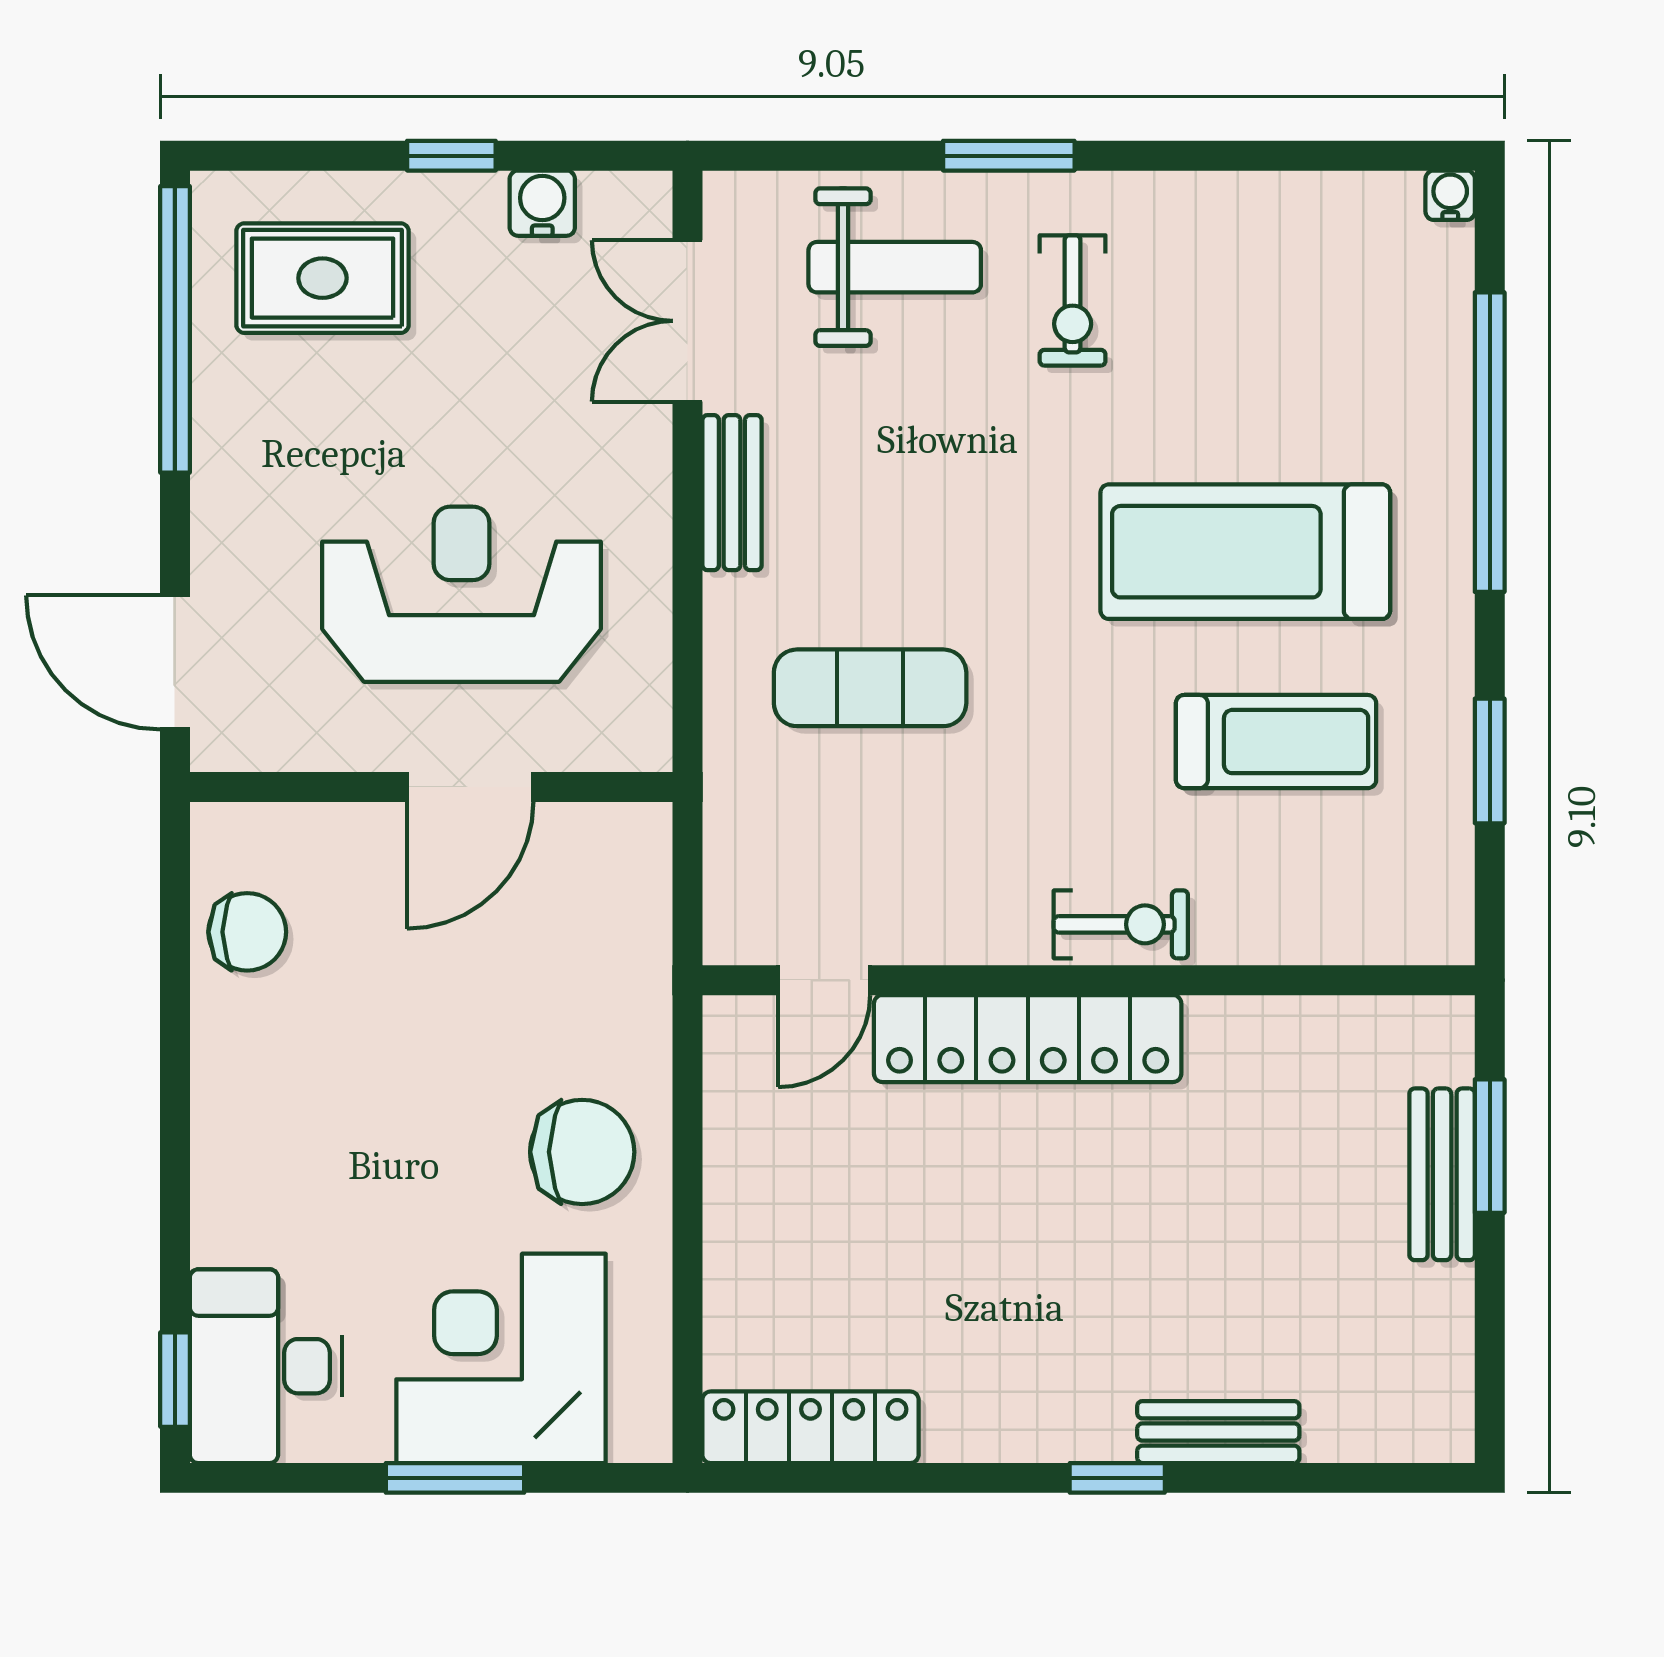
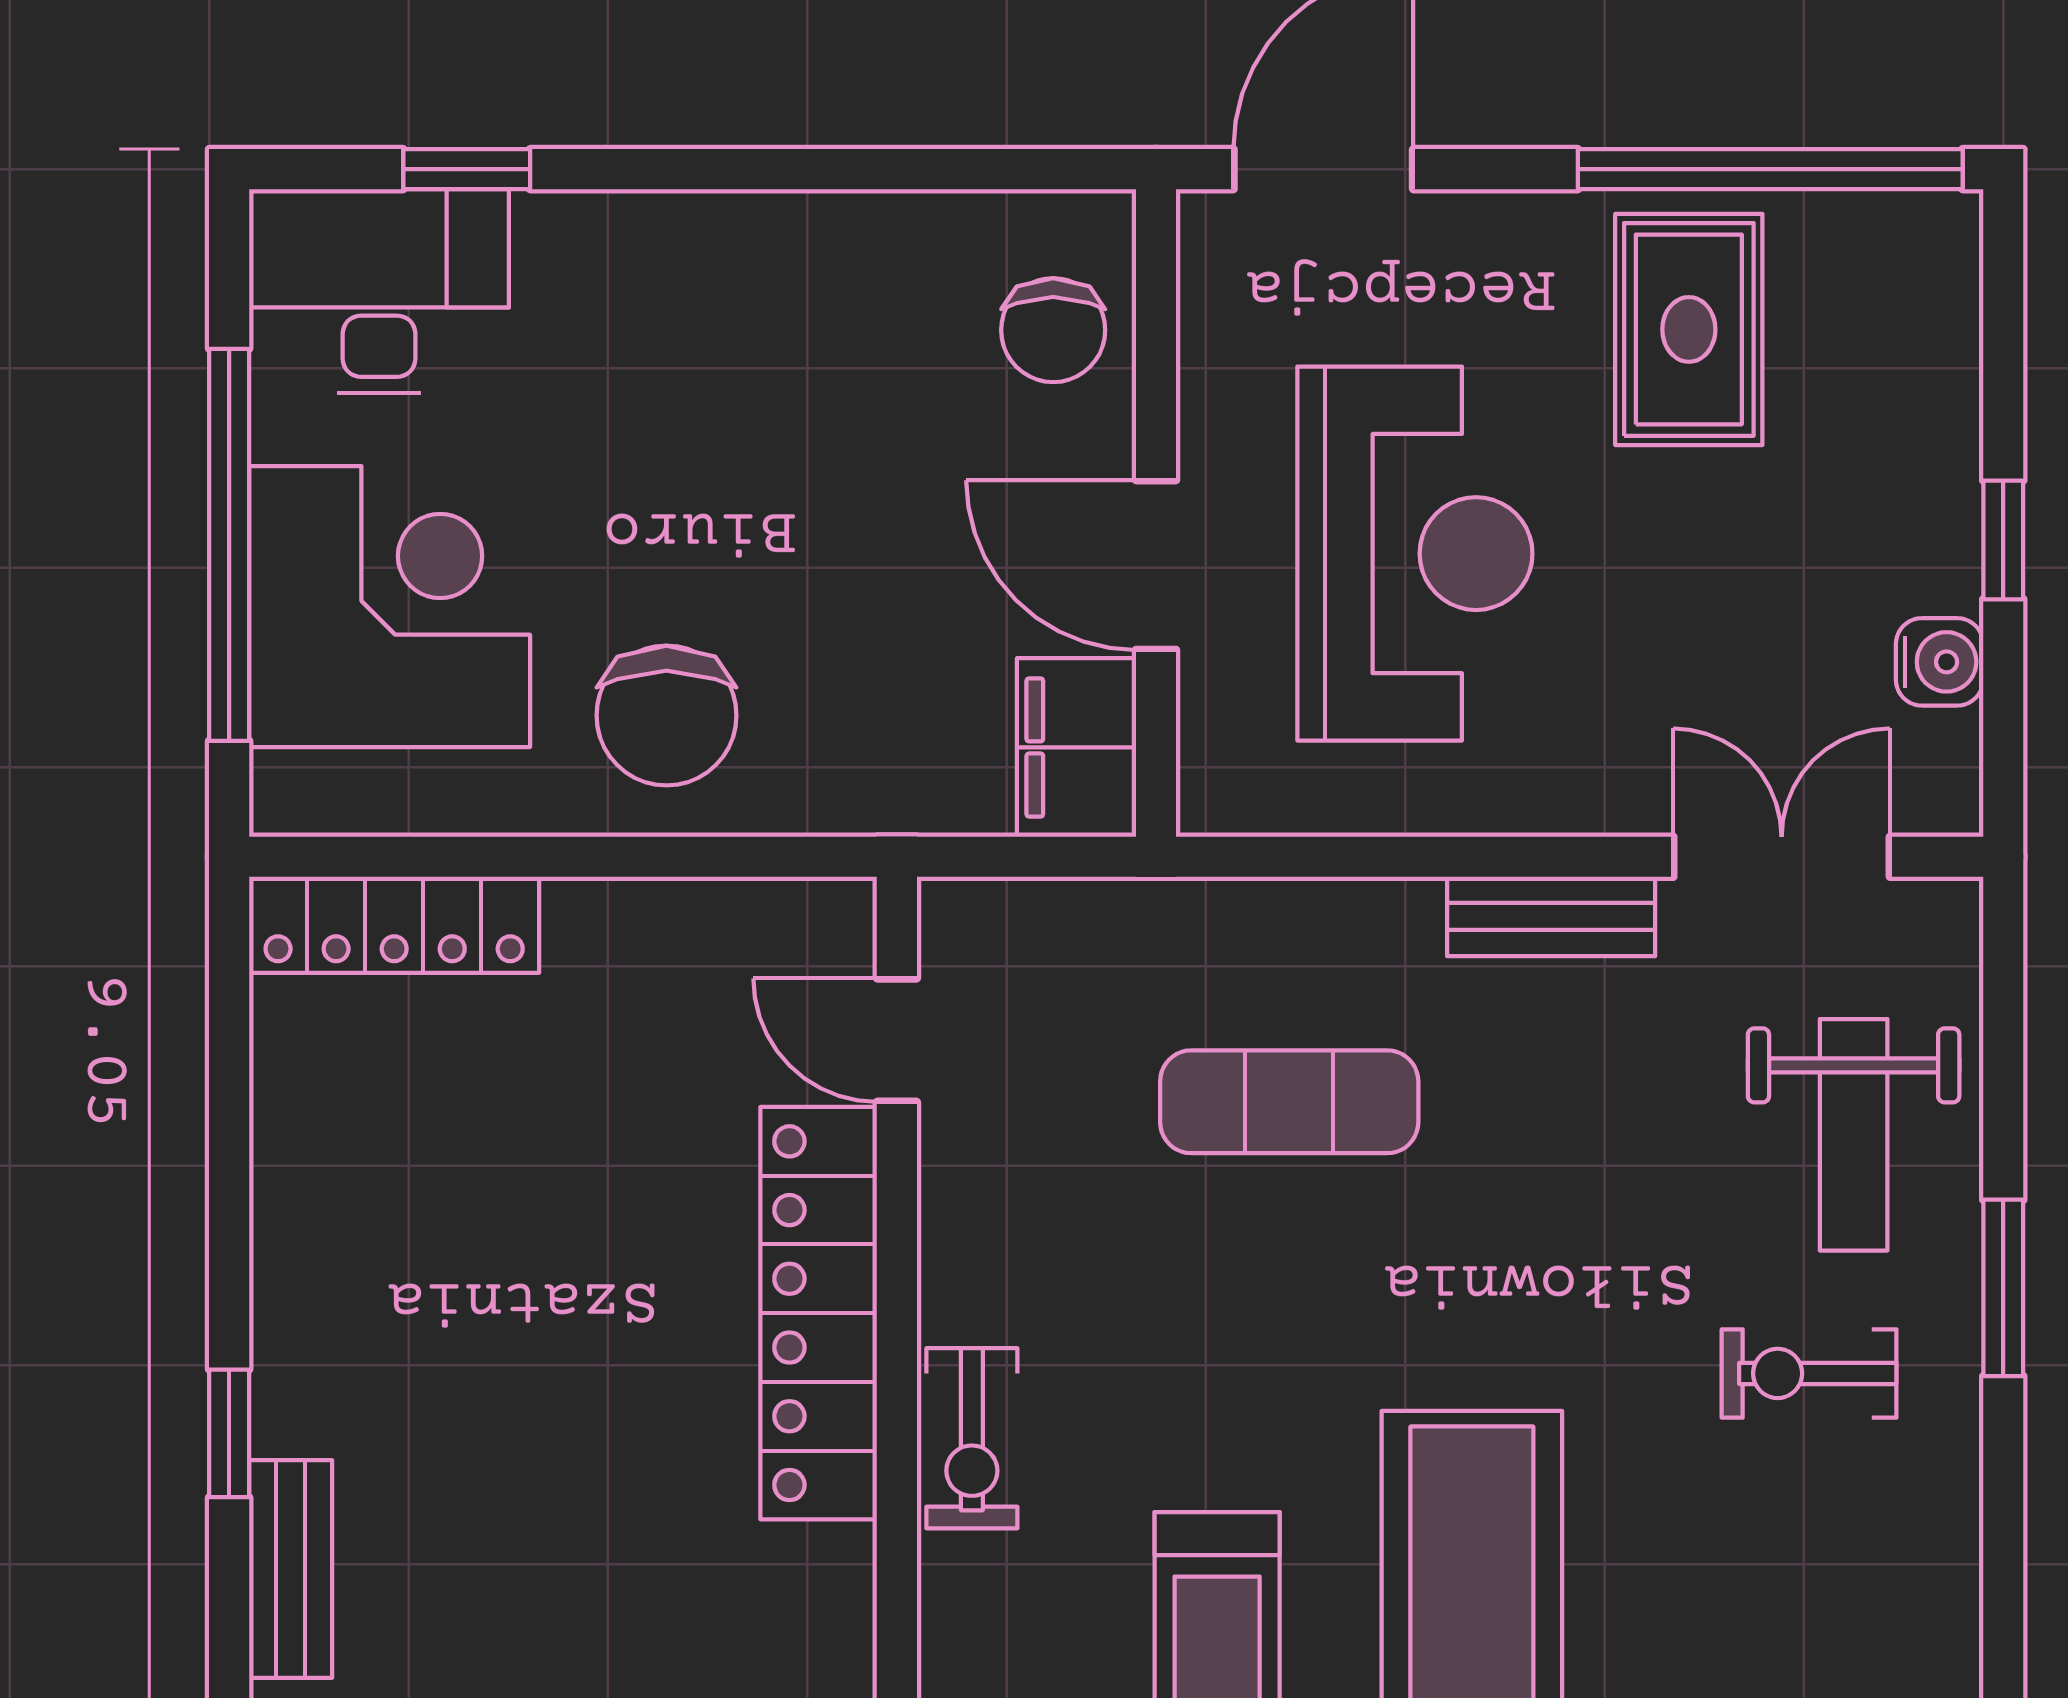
rug: (322, 278) -> (1689, 329), moved
exercise mat: (870, 688) -> (1289, 1102), turned 90
filing cabinet: (606, 846) -> (1077, 747), added
chair: (247, 932) -> (1053, 330), moved
window: (175, 1380) -> (467, 169), moved
locker: (810, 1427) -> (394, 925), moved, turned 90
window: (455, 1478) -> (229, 545), width x2.11

